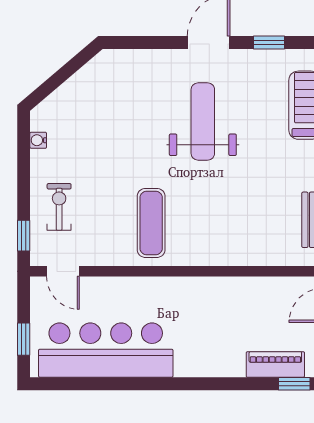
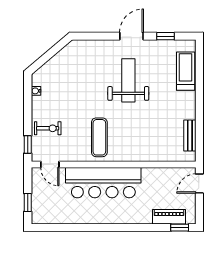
exercise bike: (59, 207) -> (48, 128), turned 90
bar counter: (106, 350) -> (103, 183), moved, turned 180

